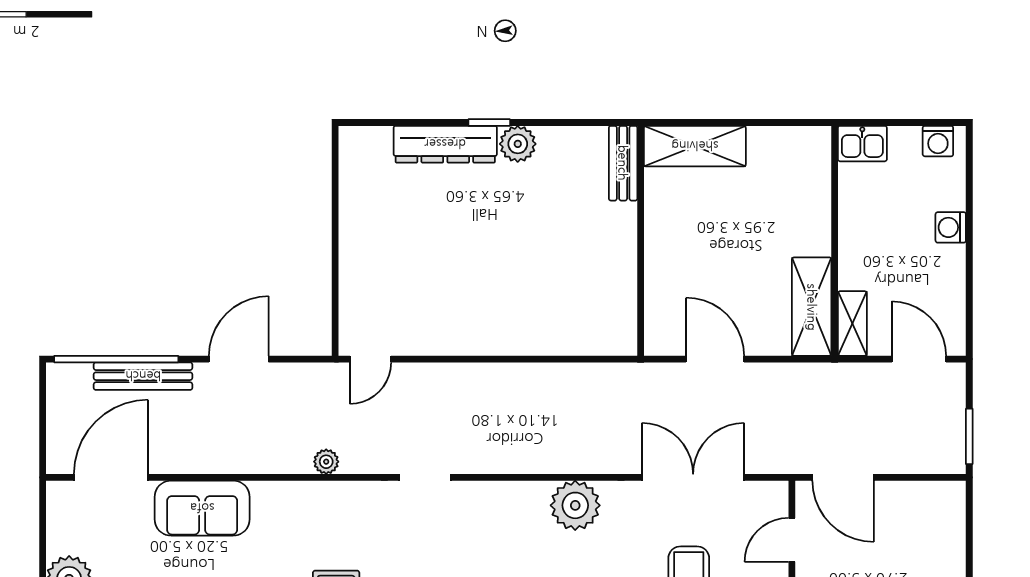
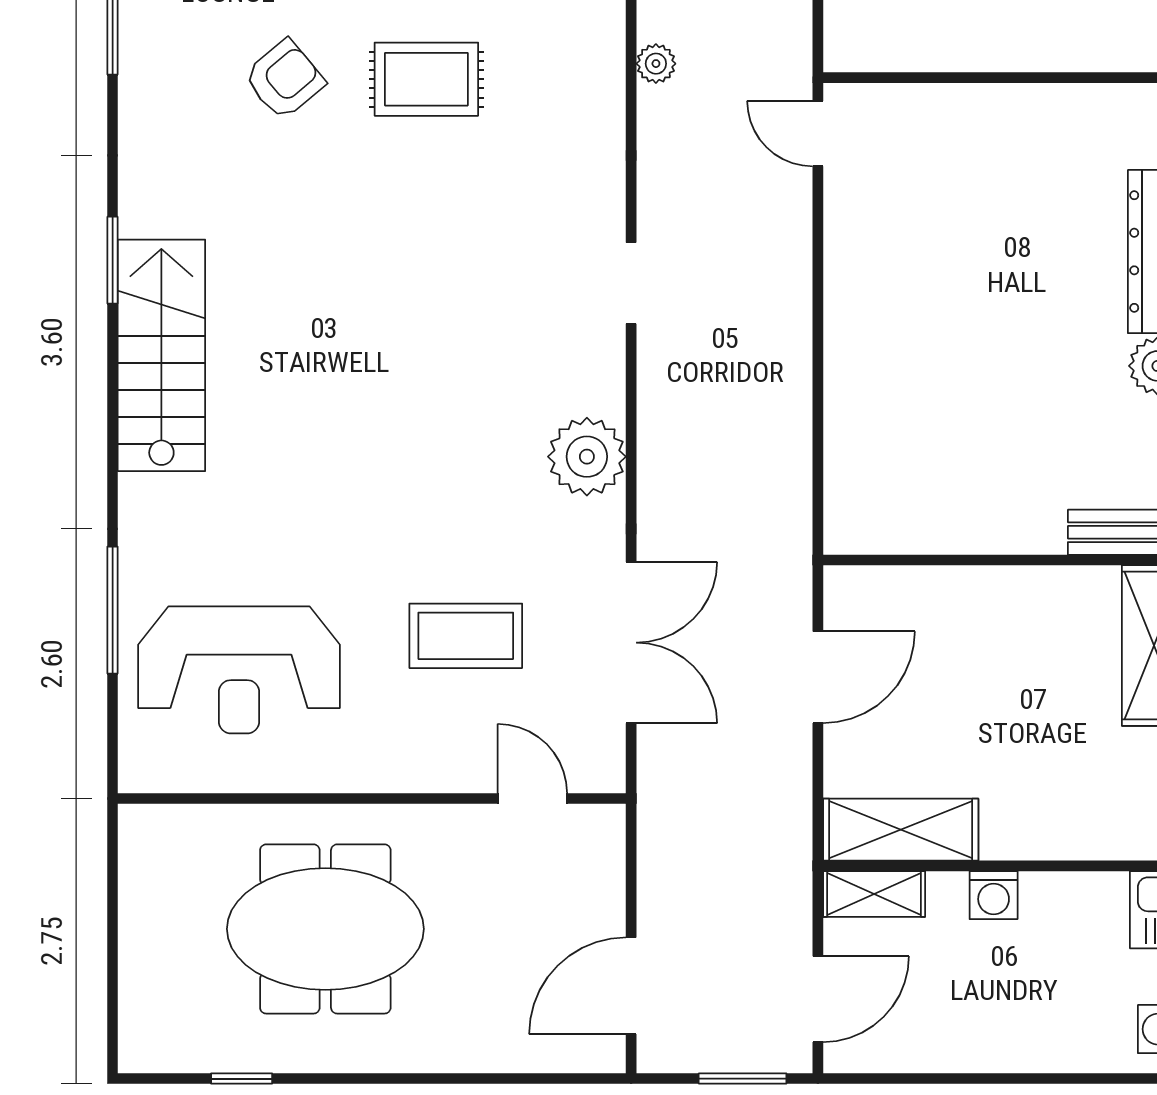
washing machine: (951, 227) -> (994, 895), moved, turned 180
window: (969, 436) -> (743, 1079), moved
doorway: (425, 477) -> (631, 283), moved
door: (843, 477) -> (631, 986), moved

